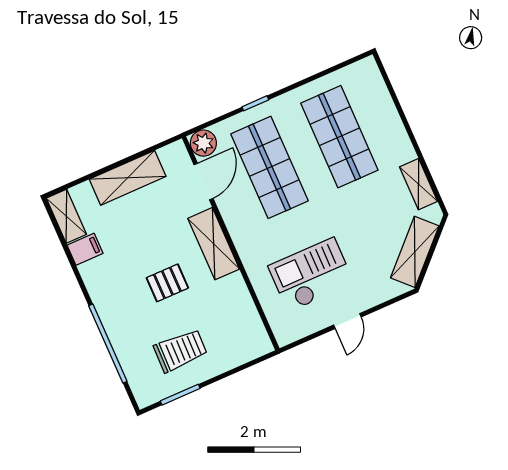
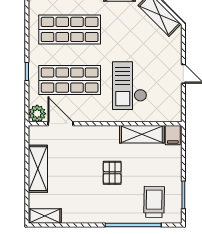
shelving: (214, 244) -> (142, 134), moved
filing cabinet: (85, 249) -> (173, 135), moved, turned 180
checkout: (311, 275) -> (130, 86), moved
trolley: (180, 351) -> (154, 202), moved

